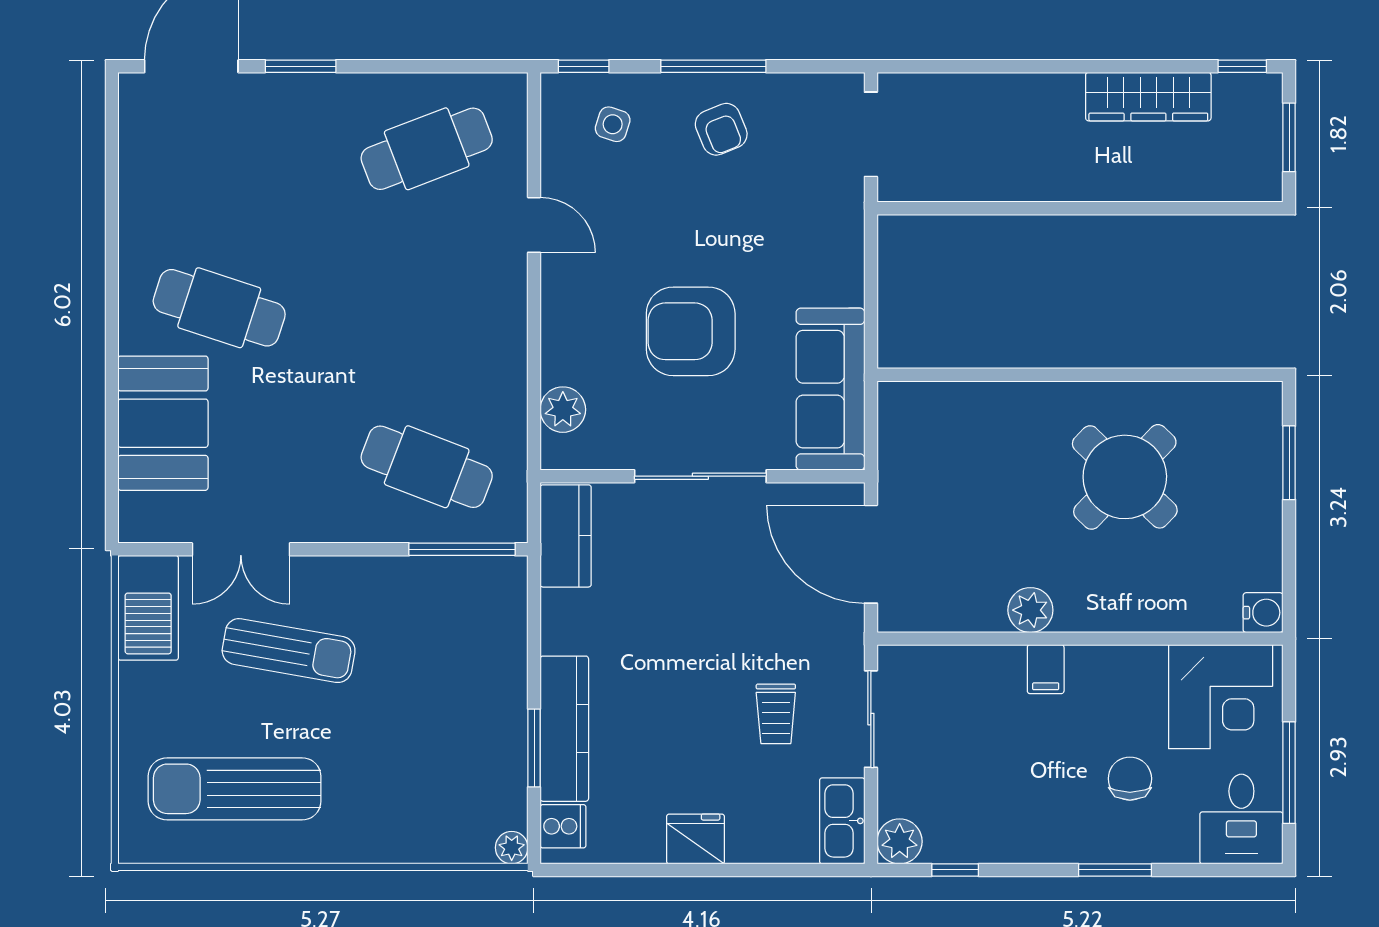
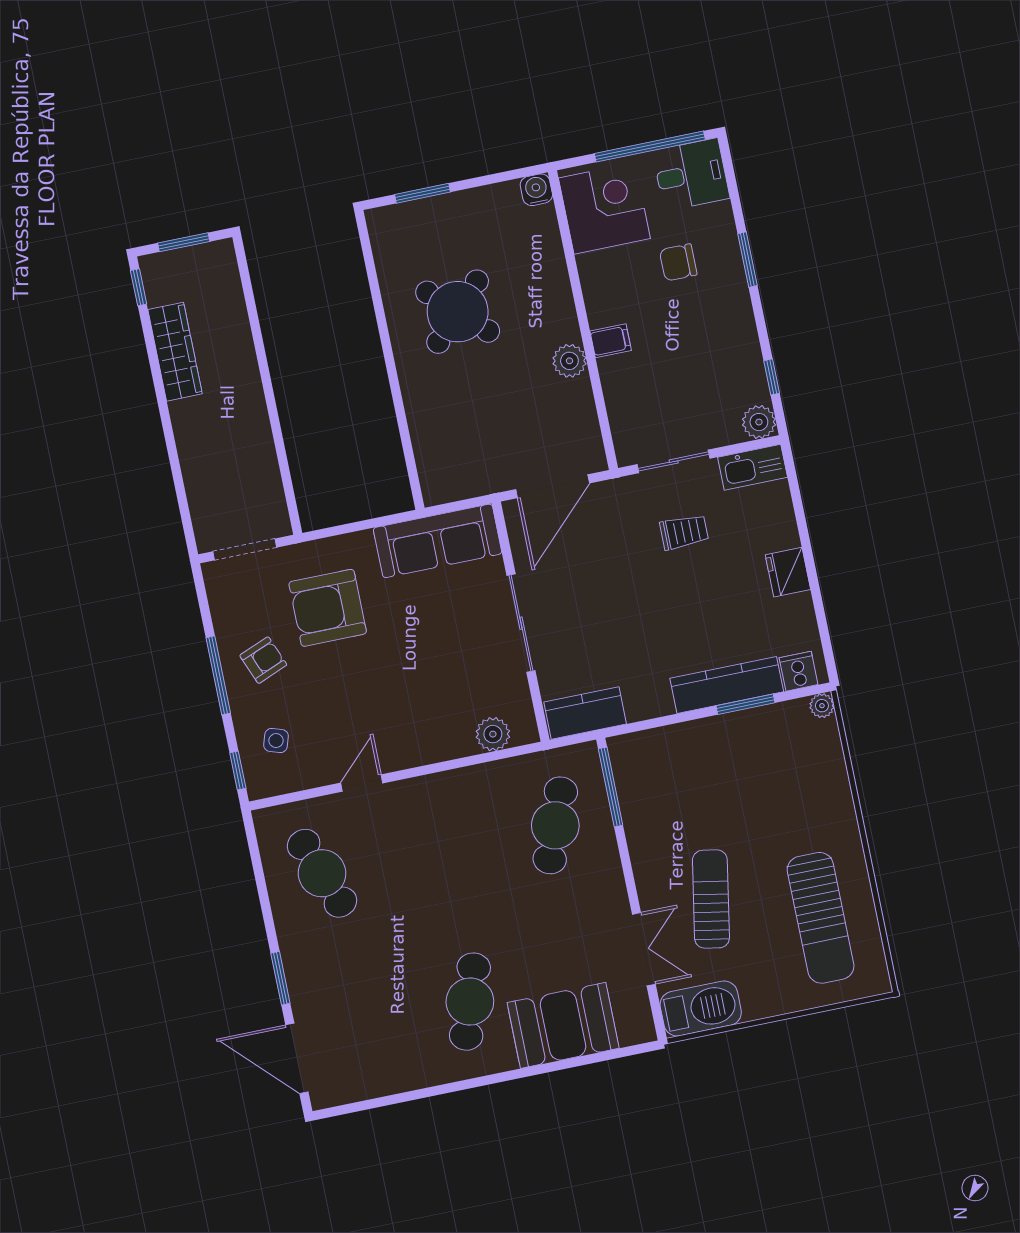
armchair: (691, 331) -> (328, 608), moved, turned 90
window: (1289, 773) -> (650, 147), width x1.46

